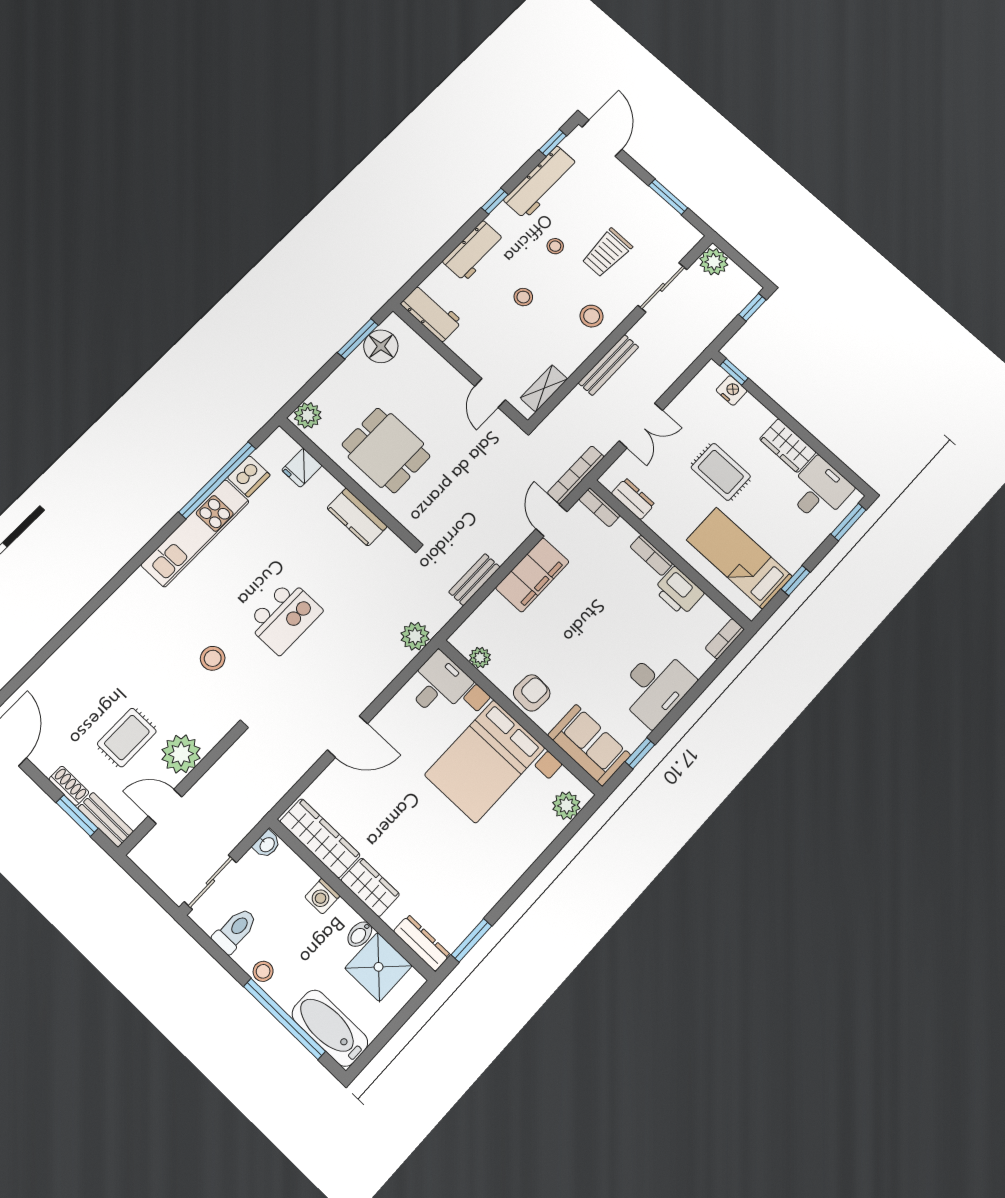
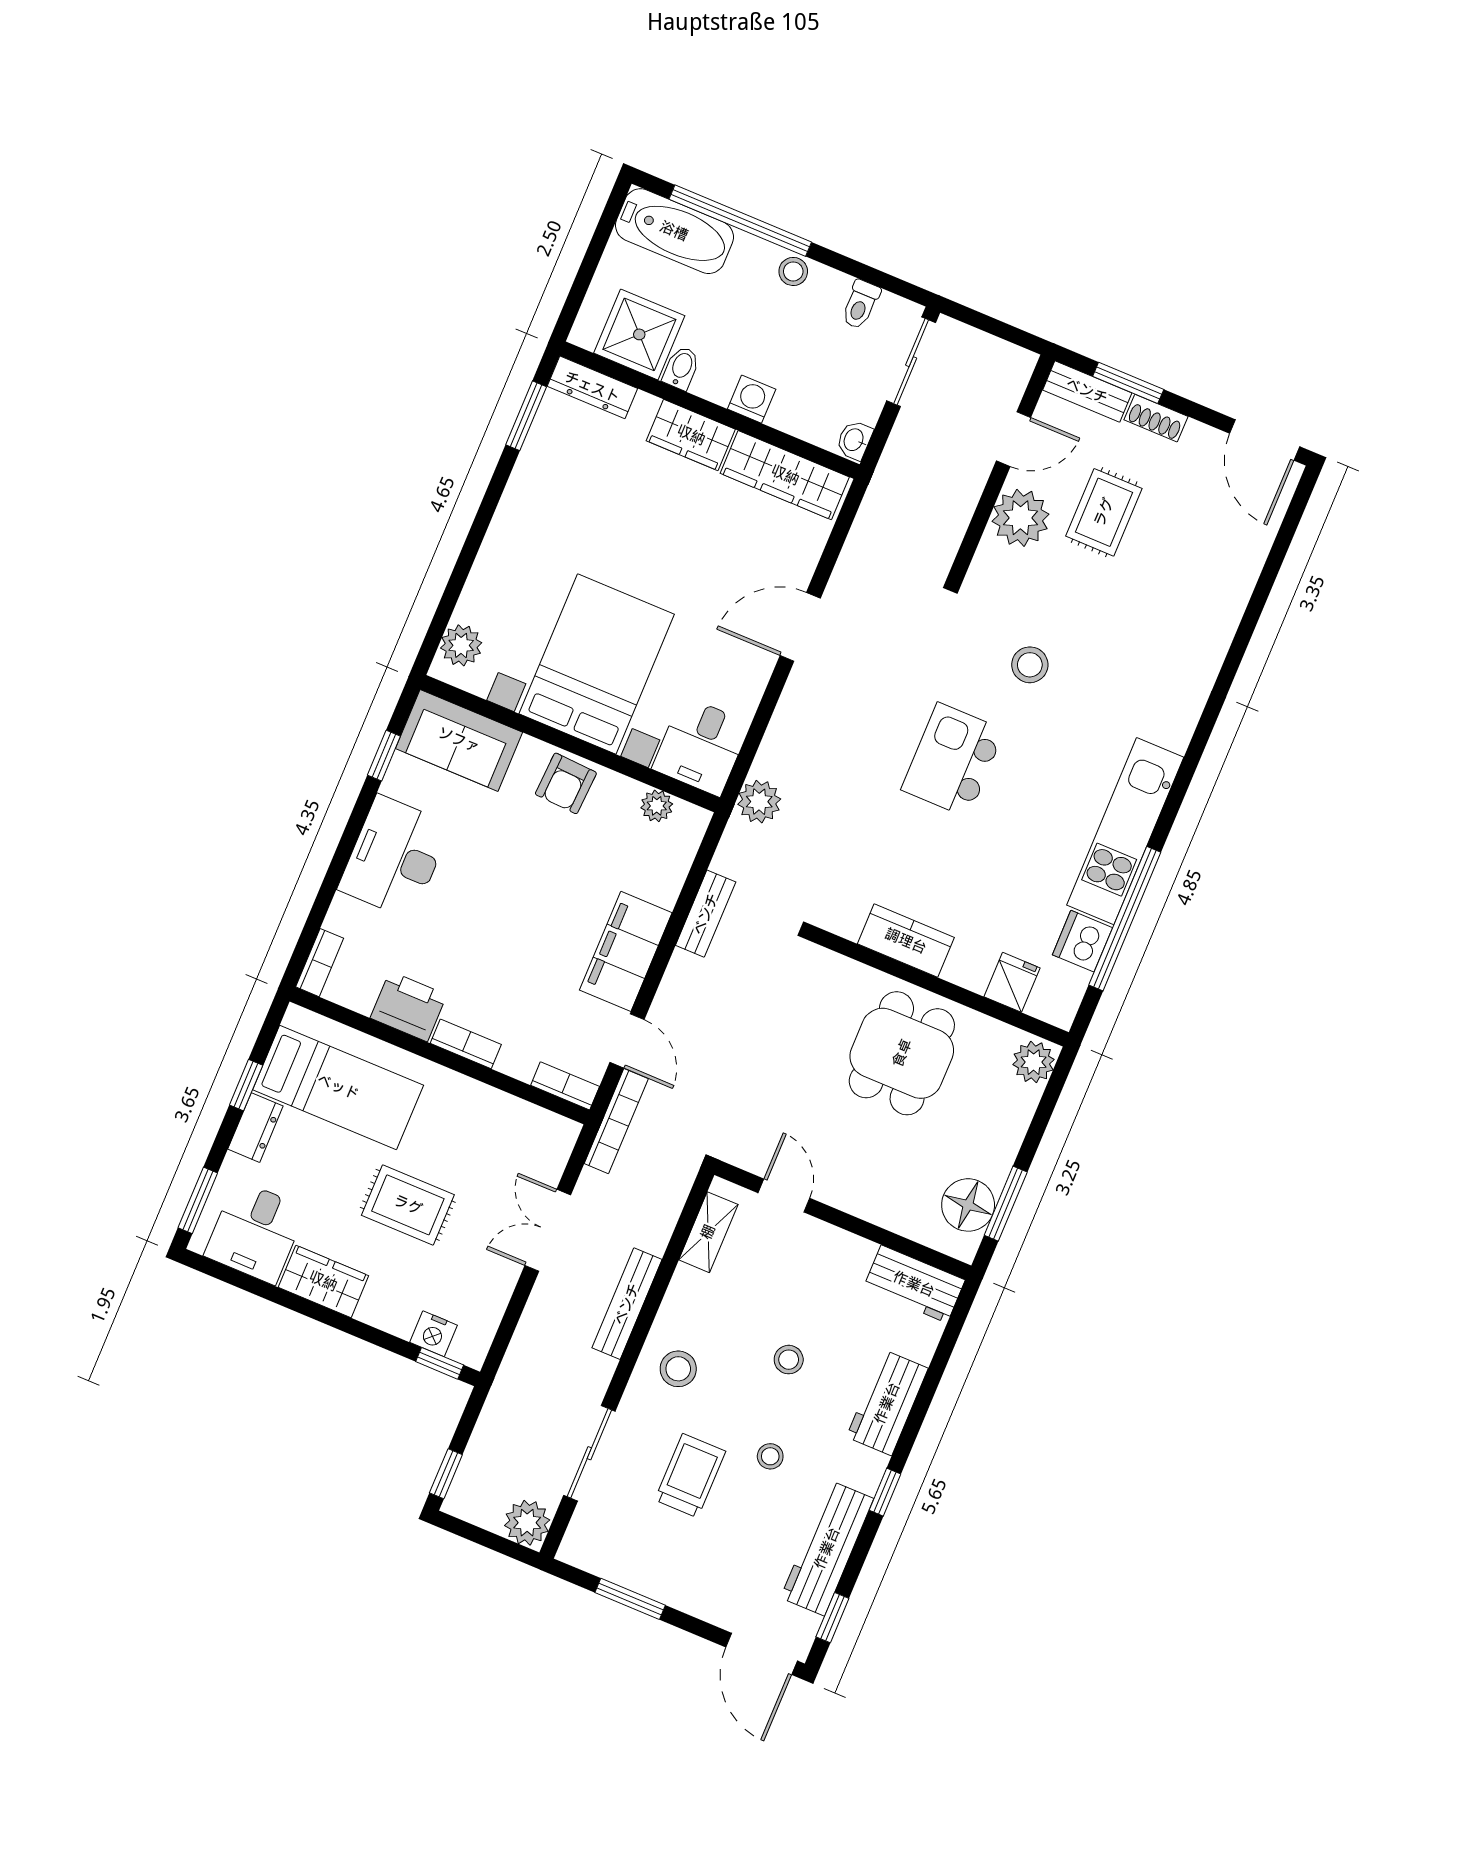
dining table: (386, 450) -> (902, 1053), turned 90
dresser: (633, 499) -> (255, 1128), moved, turned -90
toilet: (235, 930) -> (861, 305), width x0.73, depth x0.72

